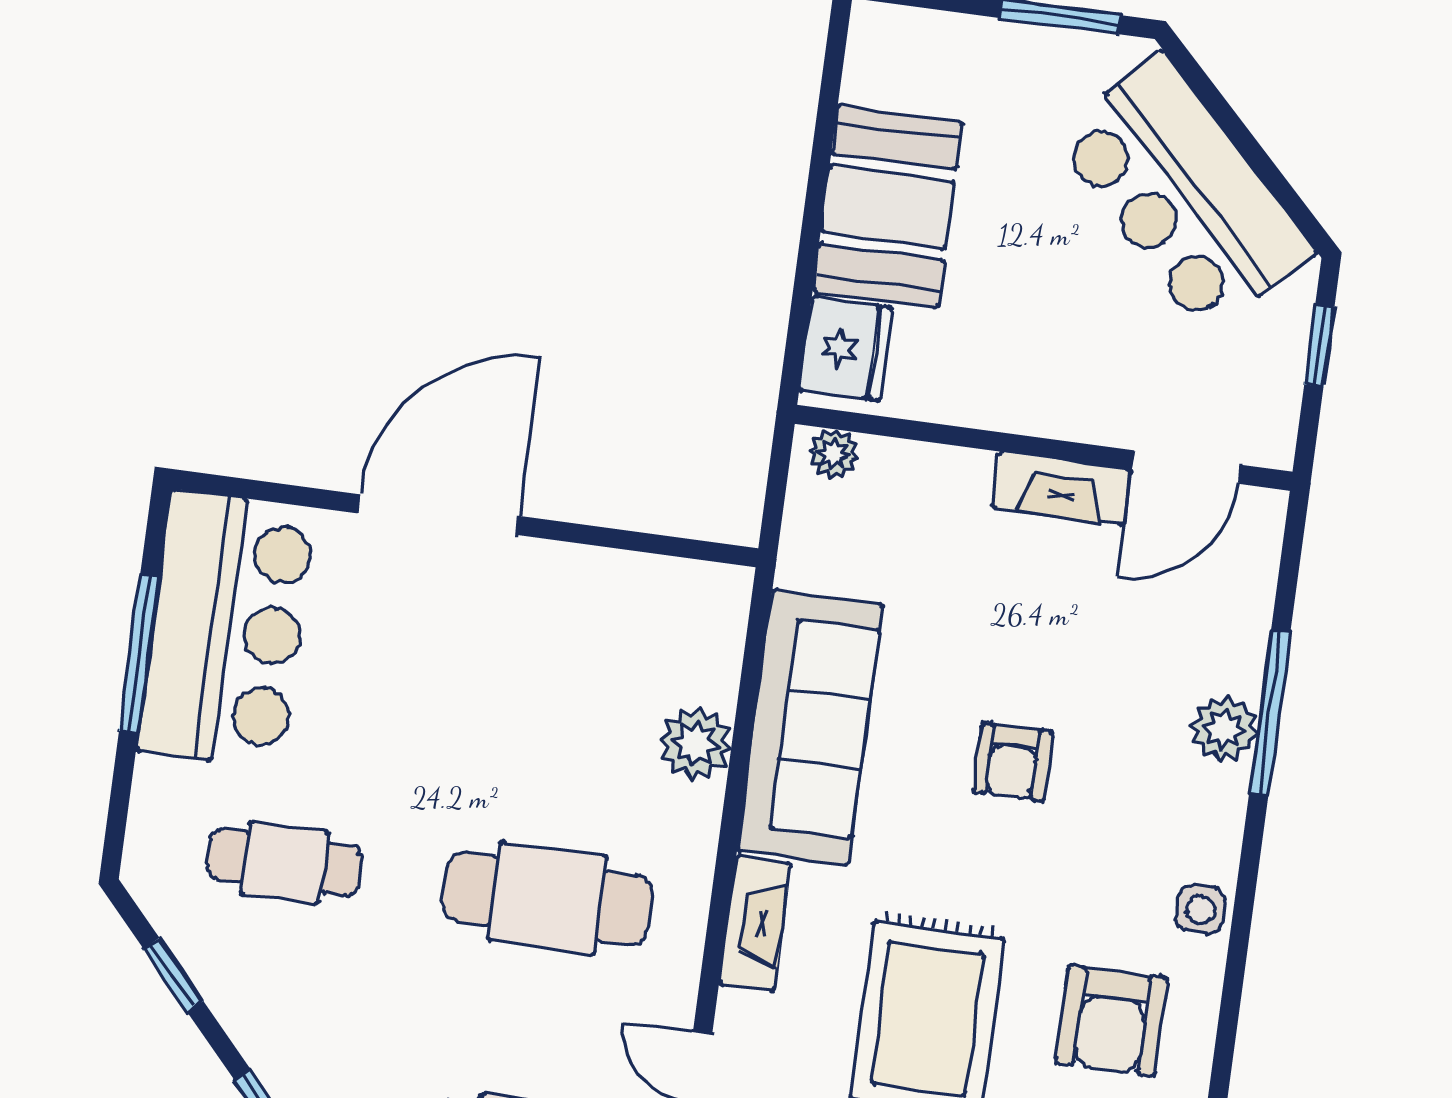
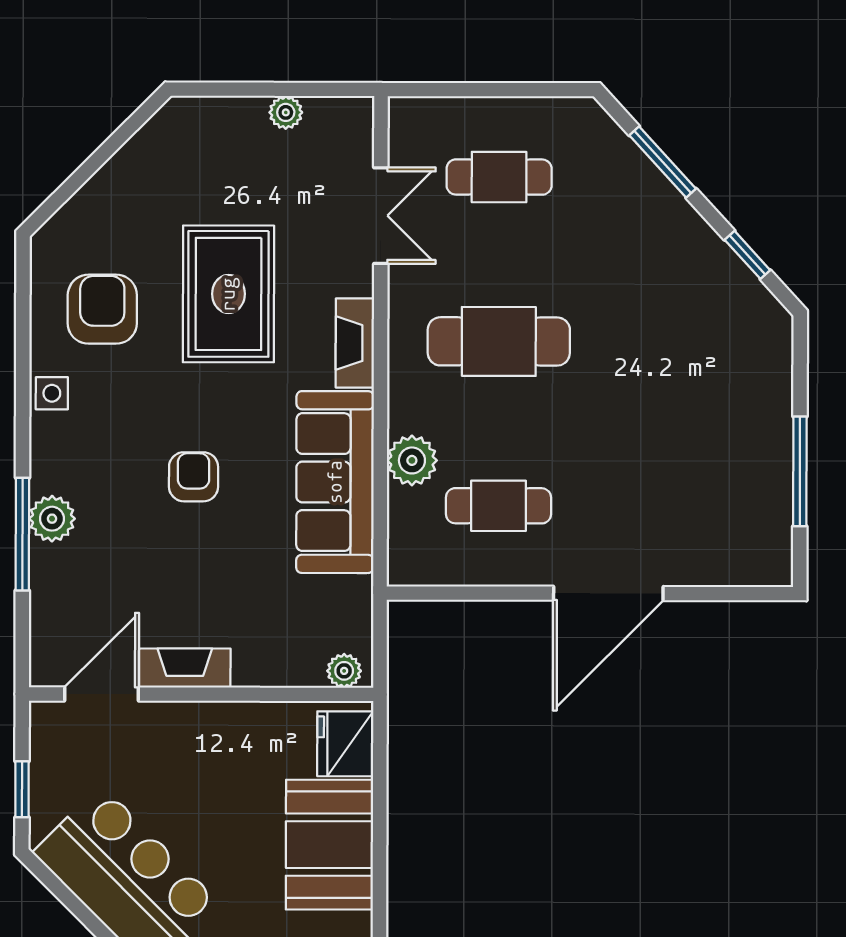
bar counter: (227, 629) -> (743, 496), removed
cafe table: (284, 863) -> (499, 506), moved

